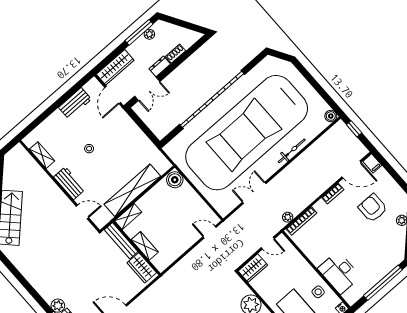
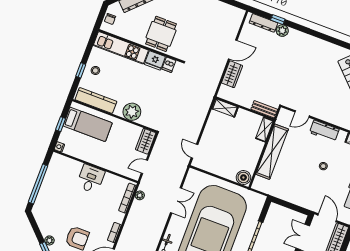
door: (210, 232) -> (194, 151), swing flipped
bench: (121, 241) -> (264, 109), width x0.73
shelving: (145, 246) -> (225, 108), moved
wardrobe: (142, 268) -> (232, 74), moved, turned 90
desk: (339, 273) -> (91, 179), moved, width x0.73
side table: (318, 292) -> (85, 150), removed

